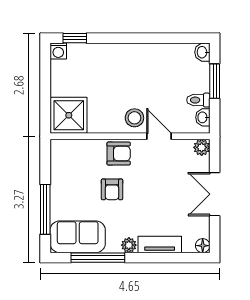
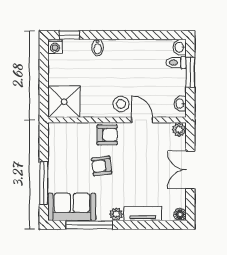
bidet: (107, 53) -> (98, 48), added
toilet: (198, 100) -> (176, 63), moved
armchair: (112, 189) -> (102, 166), turned 83

